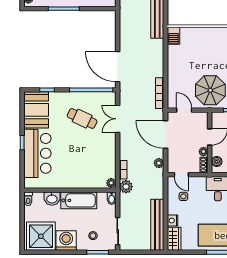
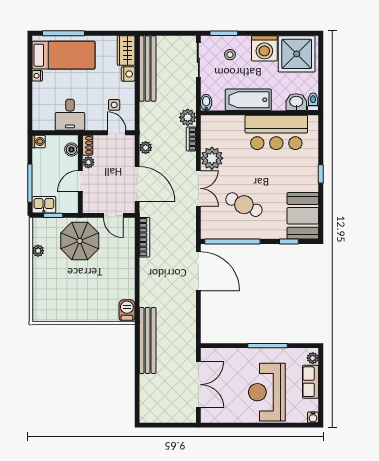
double door: (118, 119) -> (198, 188), moved
bar counter: (37, 153) -> (276, 132), moved, turned -90
plant: (111, 183) -> (212, 158), moved, width x1.88, depth x1.88
washbasin: (52, 199) -> (296, 102), moved

